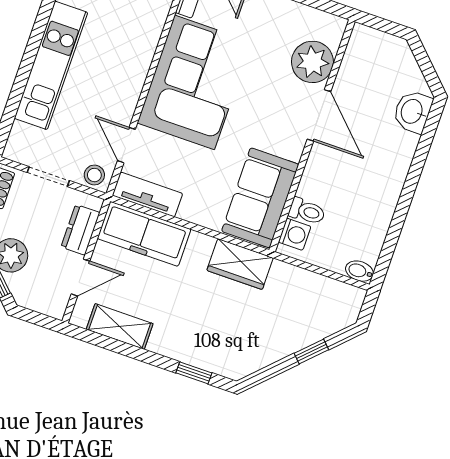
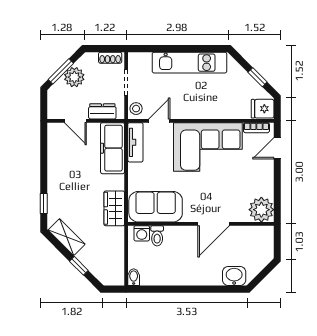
plant: (312, 62) -> (261, 210), moved
shelving: (120, 326) -> (67, 237), moved, turned -45

